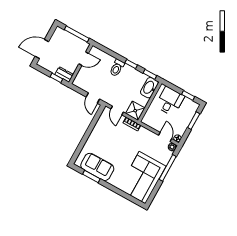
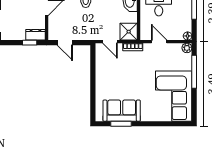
door: (93, 98) -> (65, 43), moved
door: (165, 137) -> (159, 42), moved

